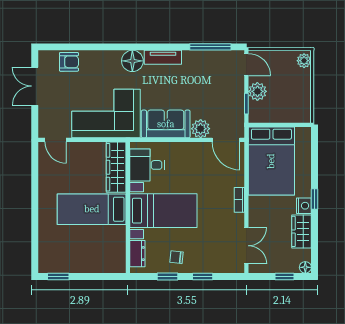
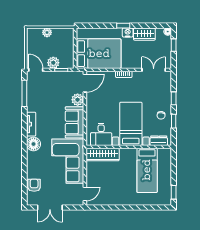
plant: (304, 61) -> (47, 32), moved
door: (246, 65) -> (36, 70), hinge flipped
bed: (92, 209) -> (147, 170), moved

